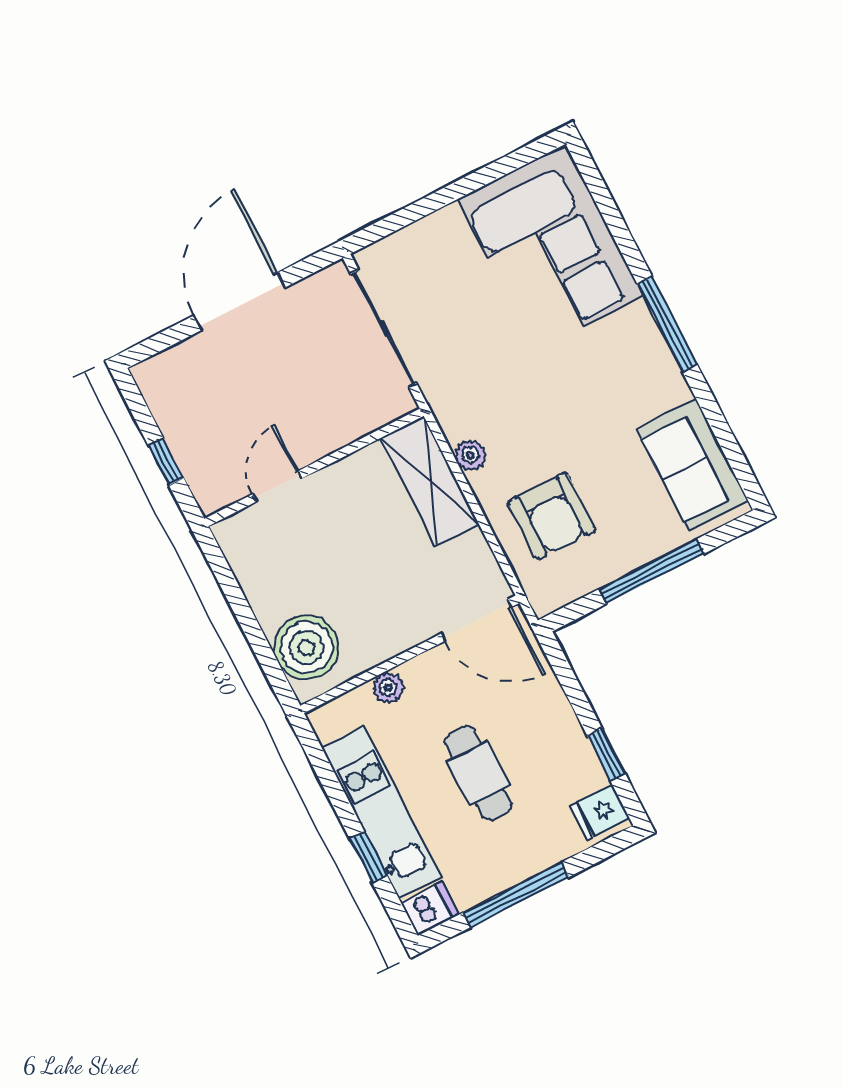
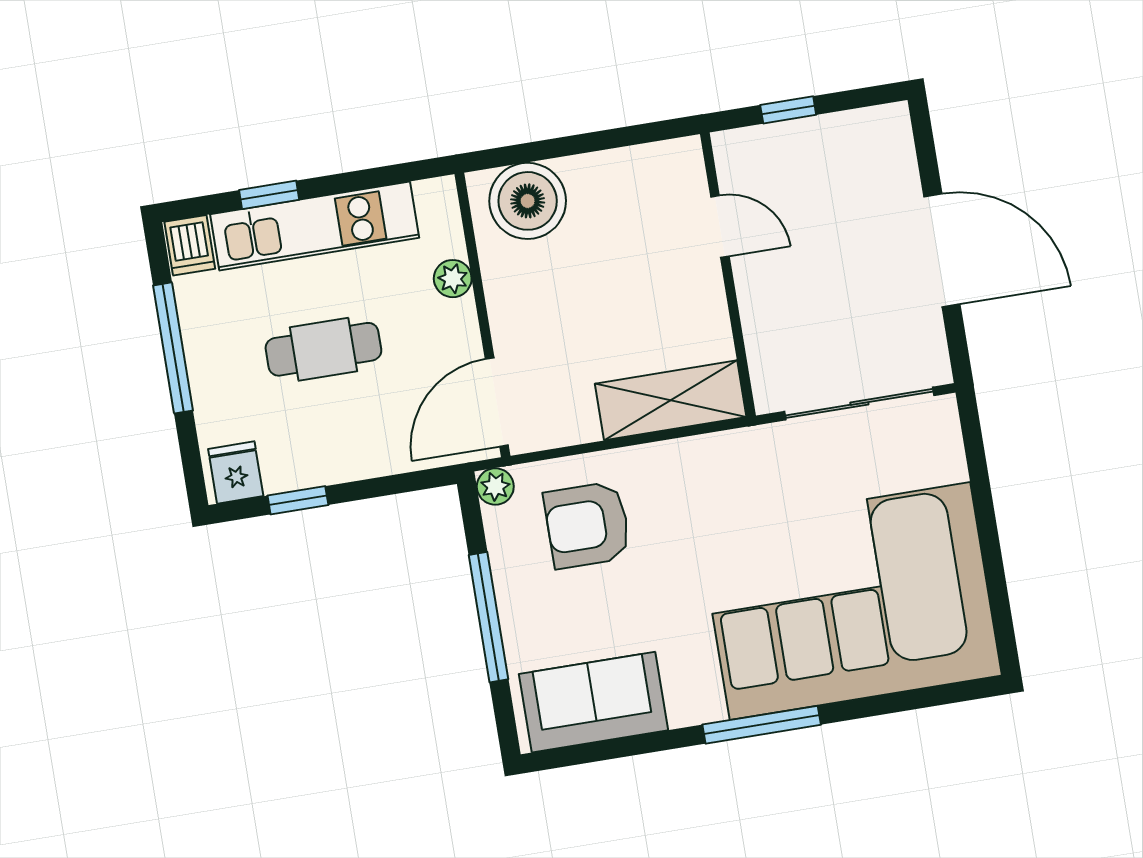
corner sofa: (550, 247) -> (850, 601), width x1.36, depth x1.36
plant: (470, 455) -> (495, 487), moved

